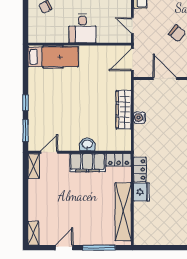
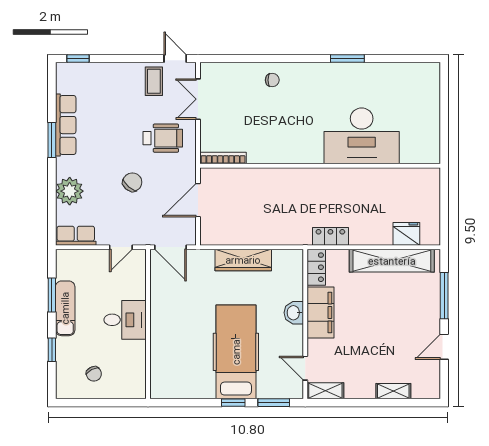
hospital bed: (53, 57) -> (236, 352), moved, width x1.37, depth x1.29
water cooler: (140, 118) -> (255, 237), removed
fridge: (141, 192) -> (406, 234), moved
shelving: (33, 233) -> (393, 391), moved
door: (64, 248) -> (444, 347), hinge flipped

